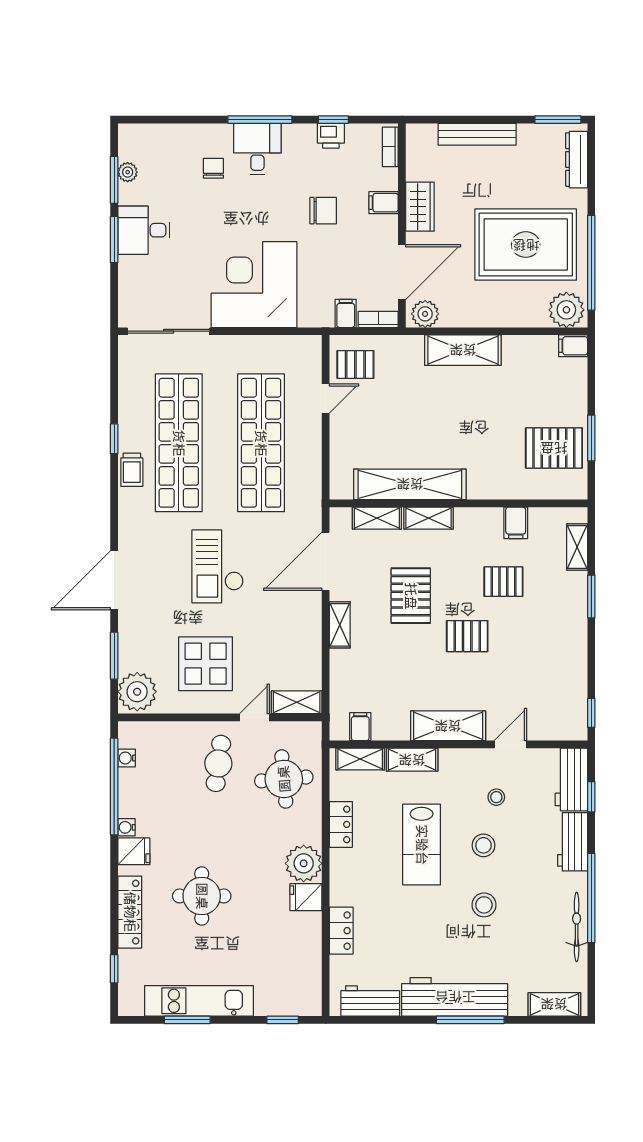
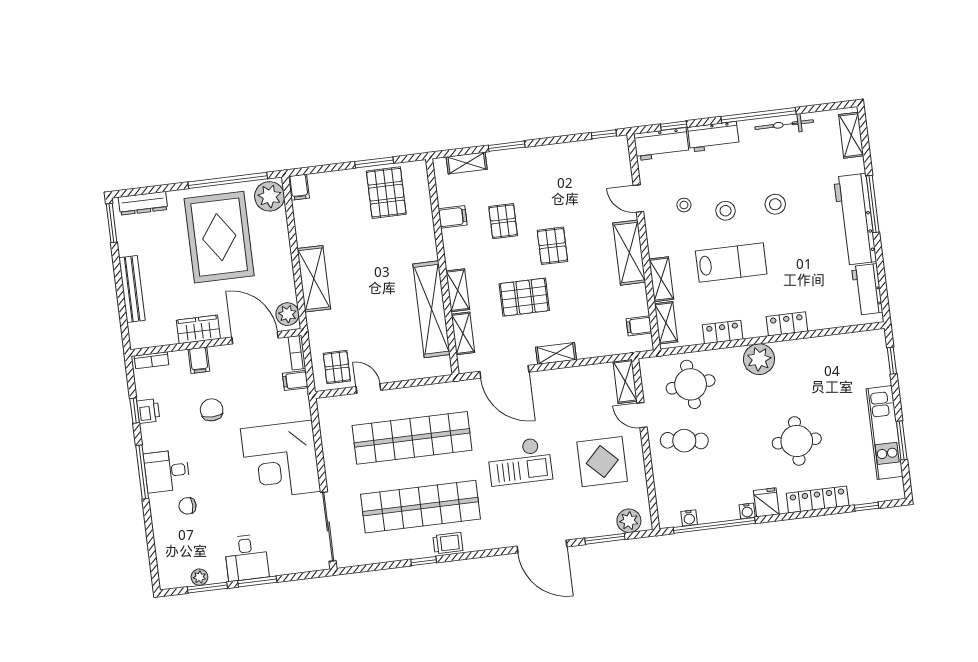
plant: (137, 692) -> (629, 521), width x0.73, depth x0.73
fridge: (306, 897) -> (787, 354), removed
locker: (341, 931) -> (787, 324), moved

